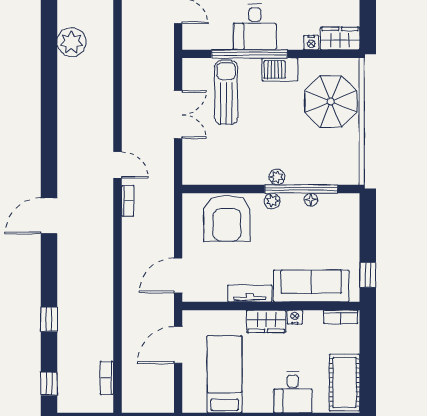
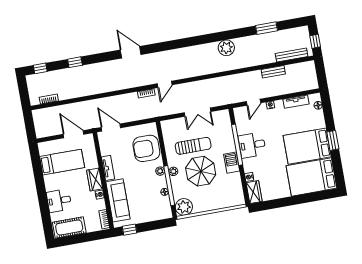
sun lounger: (226, 93) -> (193, 146), moved
parasol: (331, 102) -> (201, 171), moved
plant: (344, 170) -> (184, 207), added

